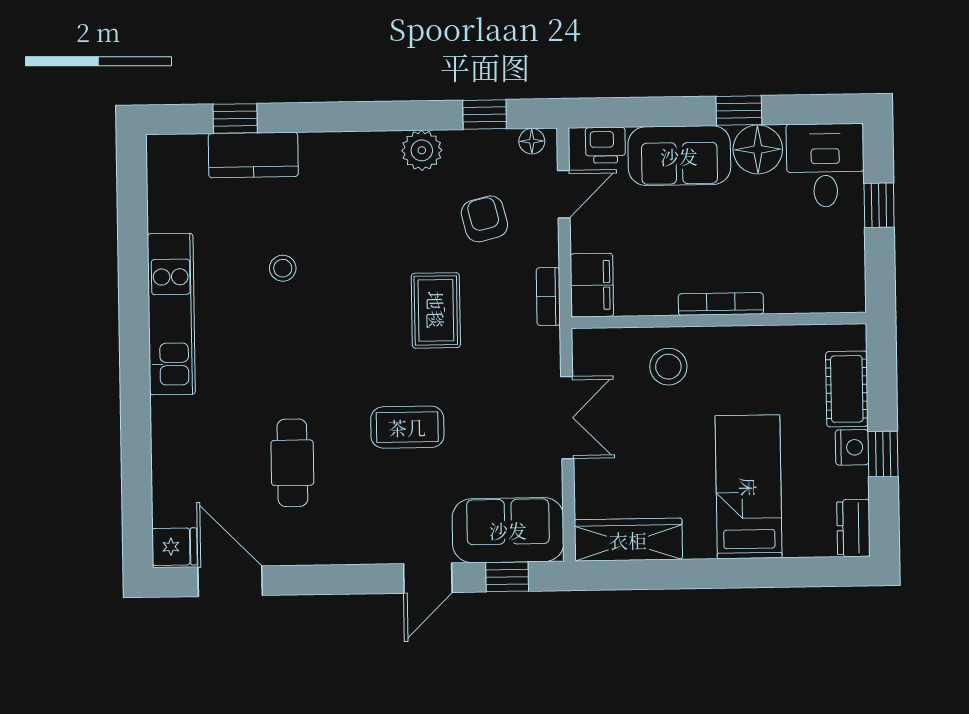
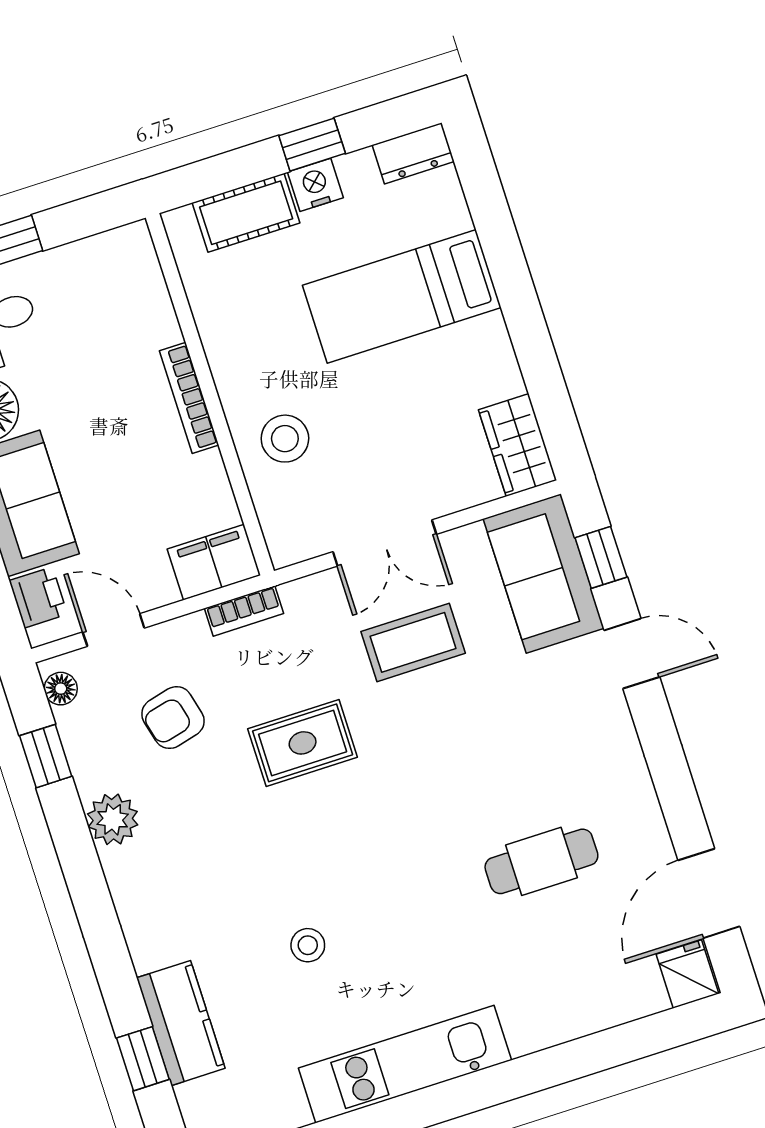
double door: (567, 418) -> (385, 543), swing flipped
coffee table: (407, 427) -> (413, 642), moved, turned 90
wardrobe: (628, 540) -> (518, 445), width x0.67

